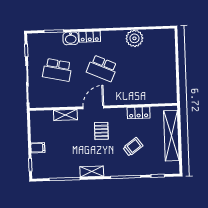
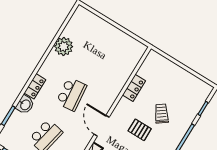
school desk: (102, 68) -> (71, 94), turned -30
pallet: (101, 131) -> (140, 130), moved
shelving: (171, 136) -> (175, 72), removed

